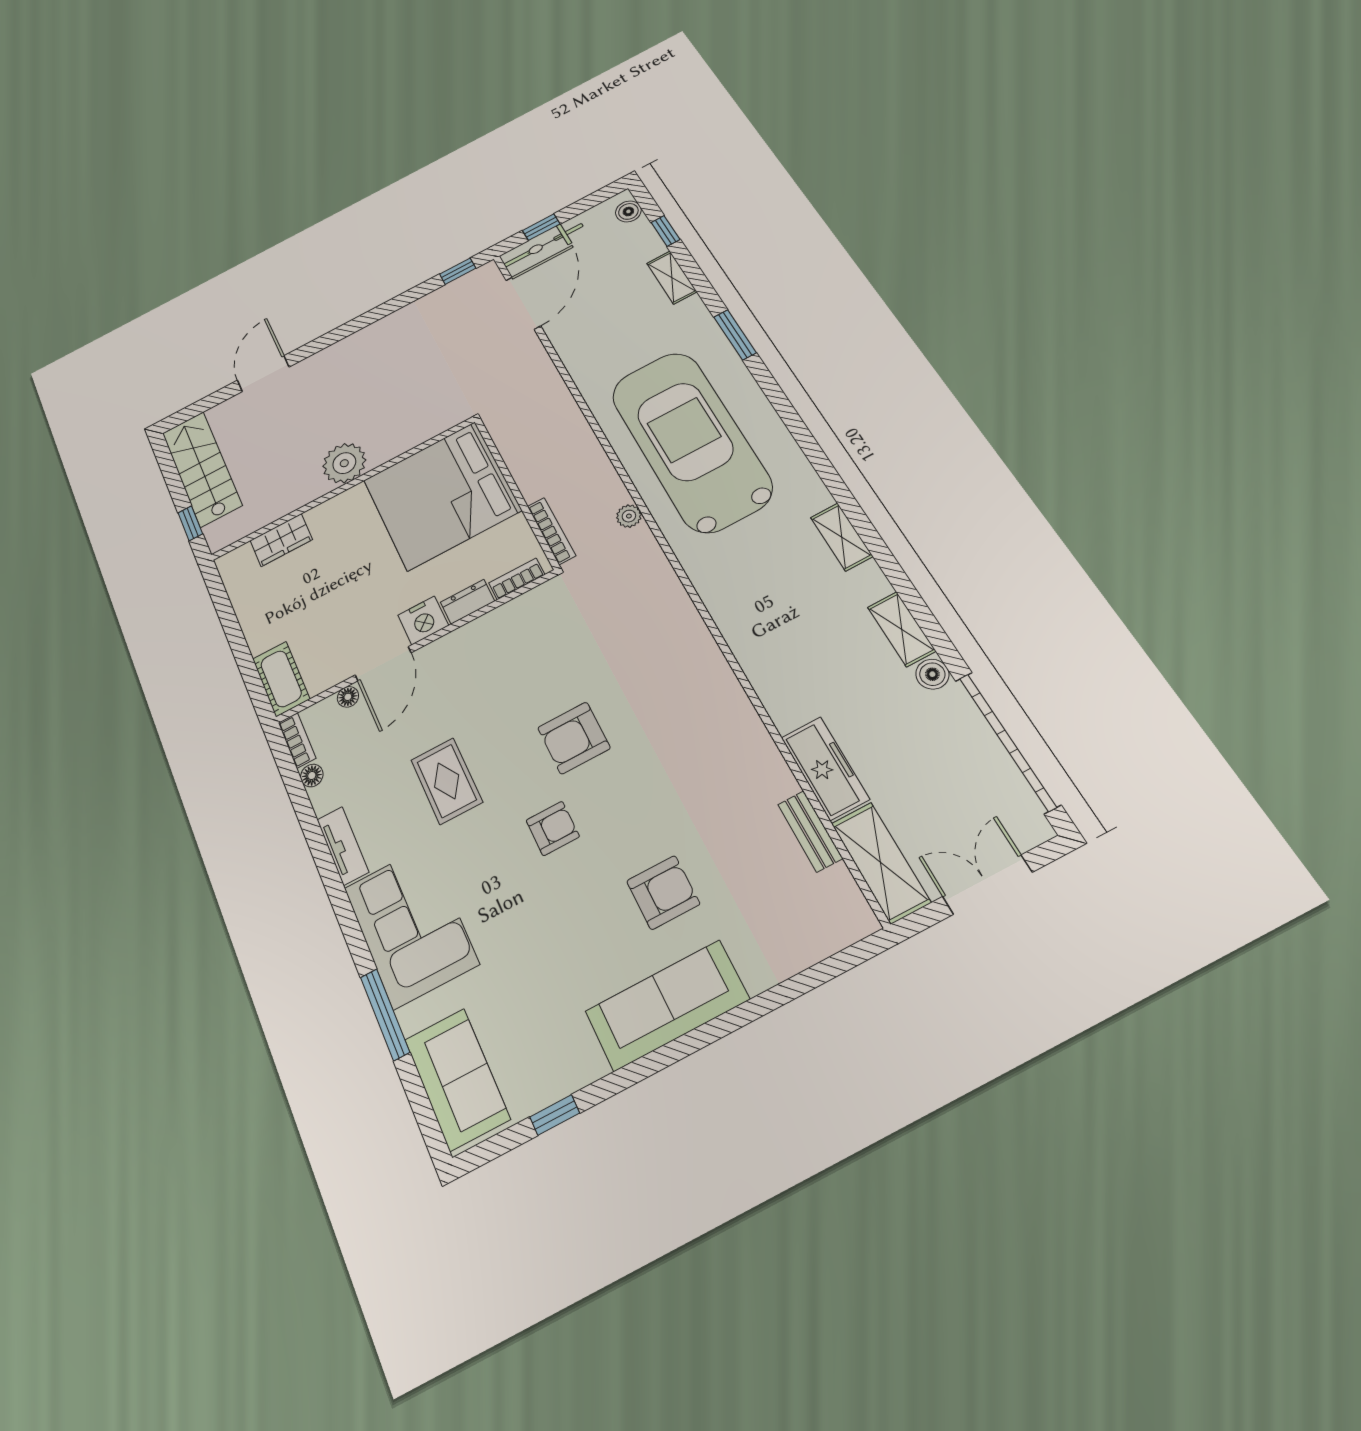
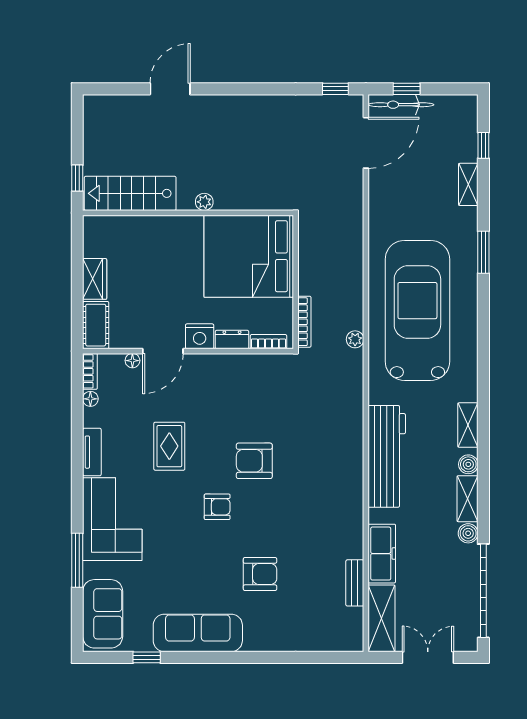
boiler: (628, 211) -> (468, 464), moved
plant: (344, 463) -> (204, 202), width x0.53, depth x0.53
stairs: (202, 469) -> (130, 193), moved, turned -90
wardrobe: (281, 540) -> (95, 279), moved, turned -90
workbench: (754, 635) -> (387, 456), added
sofa: (667, 1005) -> (198, 633), moved

